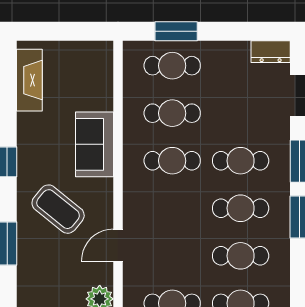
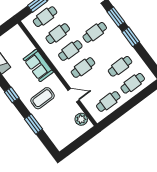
cafe table: (241, 208) -> (83, 68), moved
coffee table: (58, 209) -> (42, 98), turned -39
door: (118, 245) -> (73, 95), swing flipped

